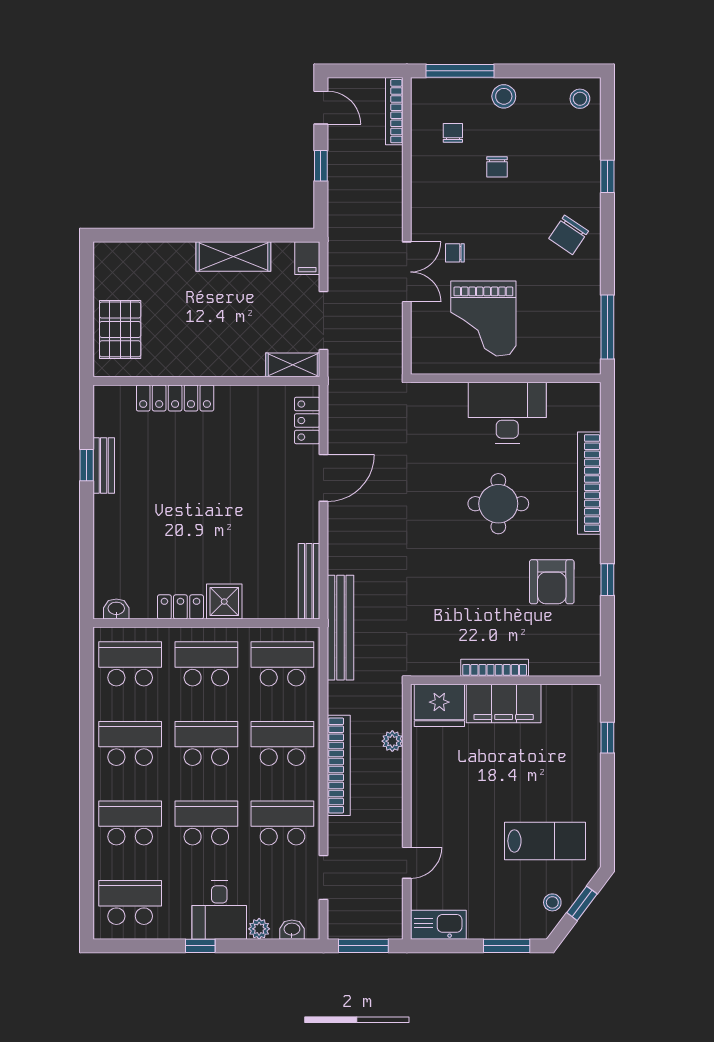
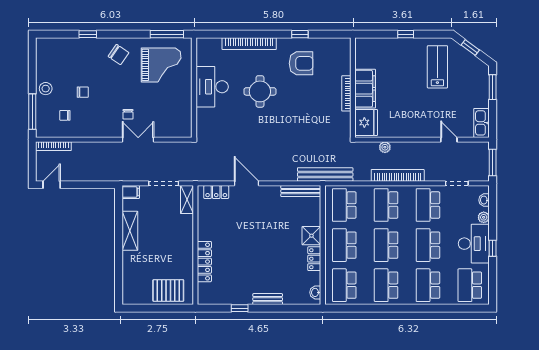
stool: (580, 99) -> (47, 49), removed
window: (321, 166) -> (82, 185), removed
grand piano: (483, 319) -> (161, 65), moved
bench: (104, 465) -> (268, 299), moved
window: (607, 738) -> (406, 34), moved
stool: (552, 902) -> (470, 63), removed
desk: (219, 910) -> (474, 244), width x1.37

